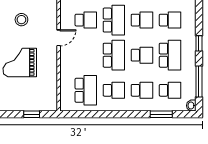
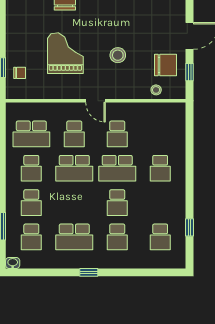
school desk: (142, 55) -> (74, 134), moved
window: (199, 82) -> (42, 272), removed
chair: (36, 100) -> (20, 73), added

